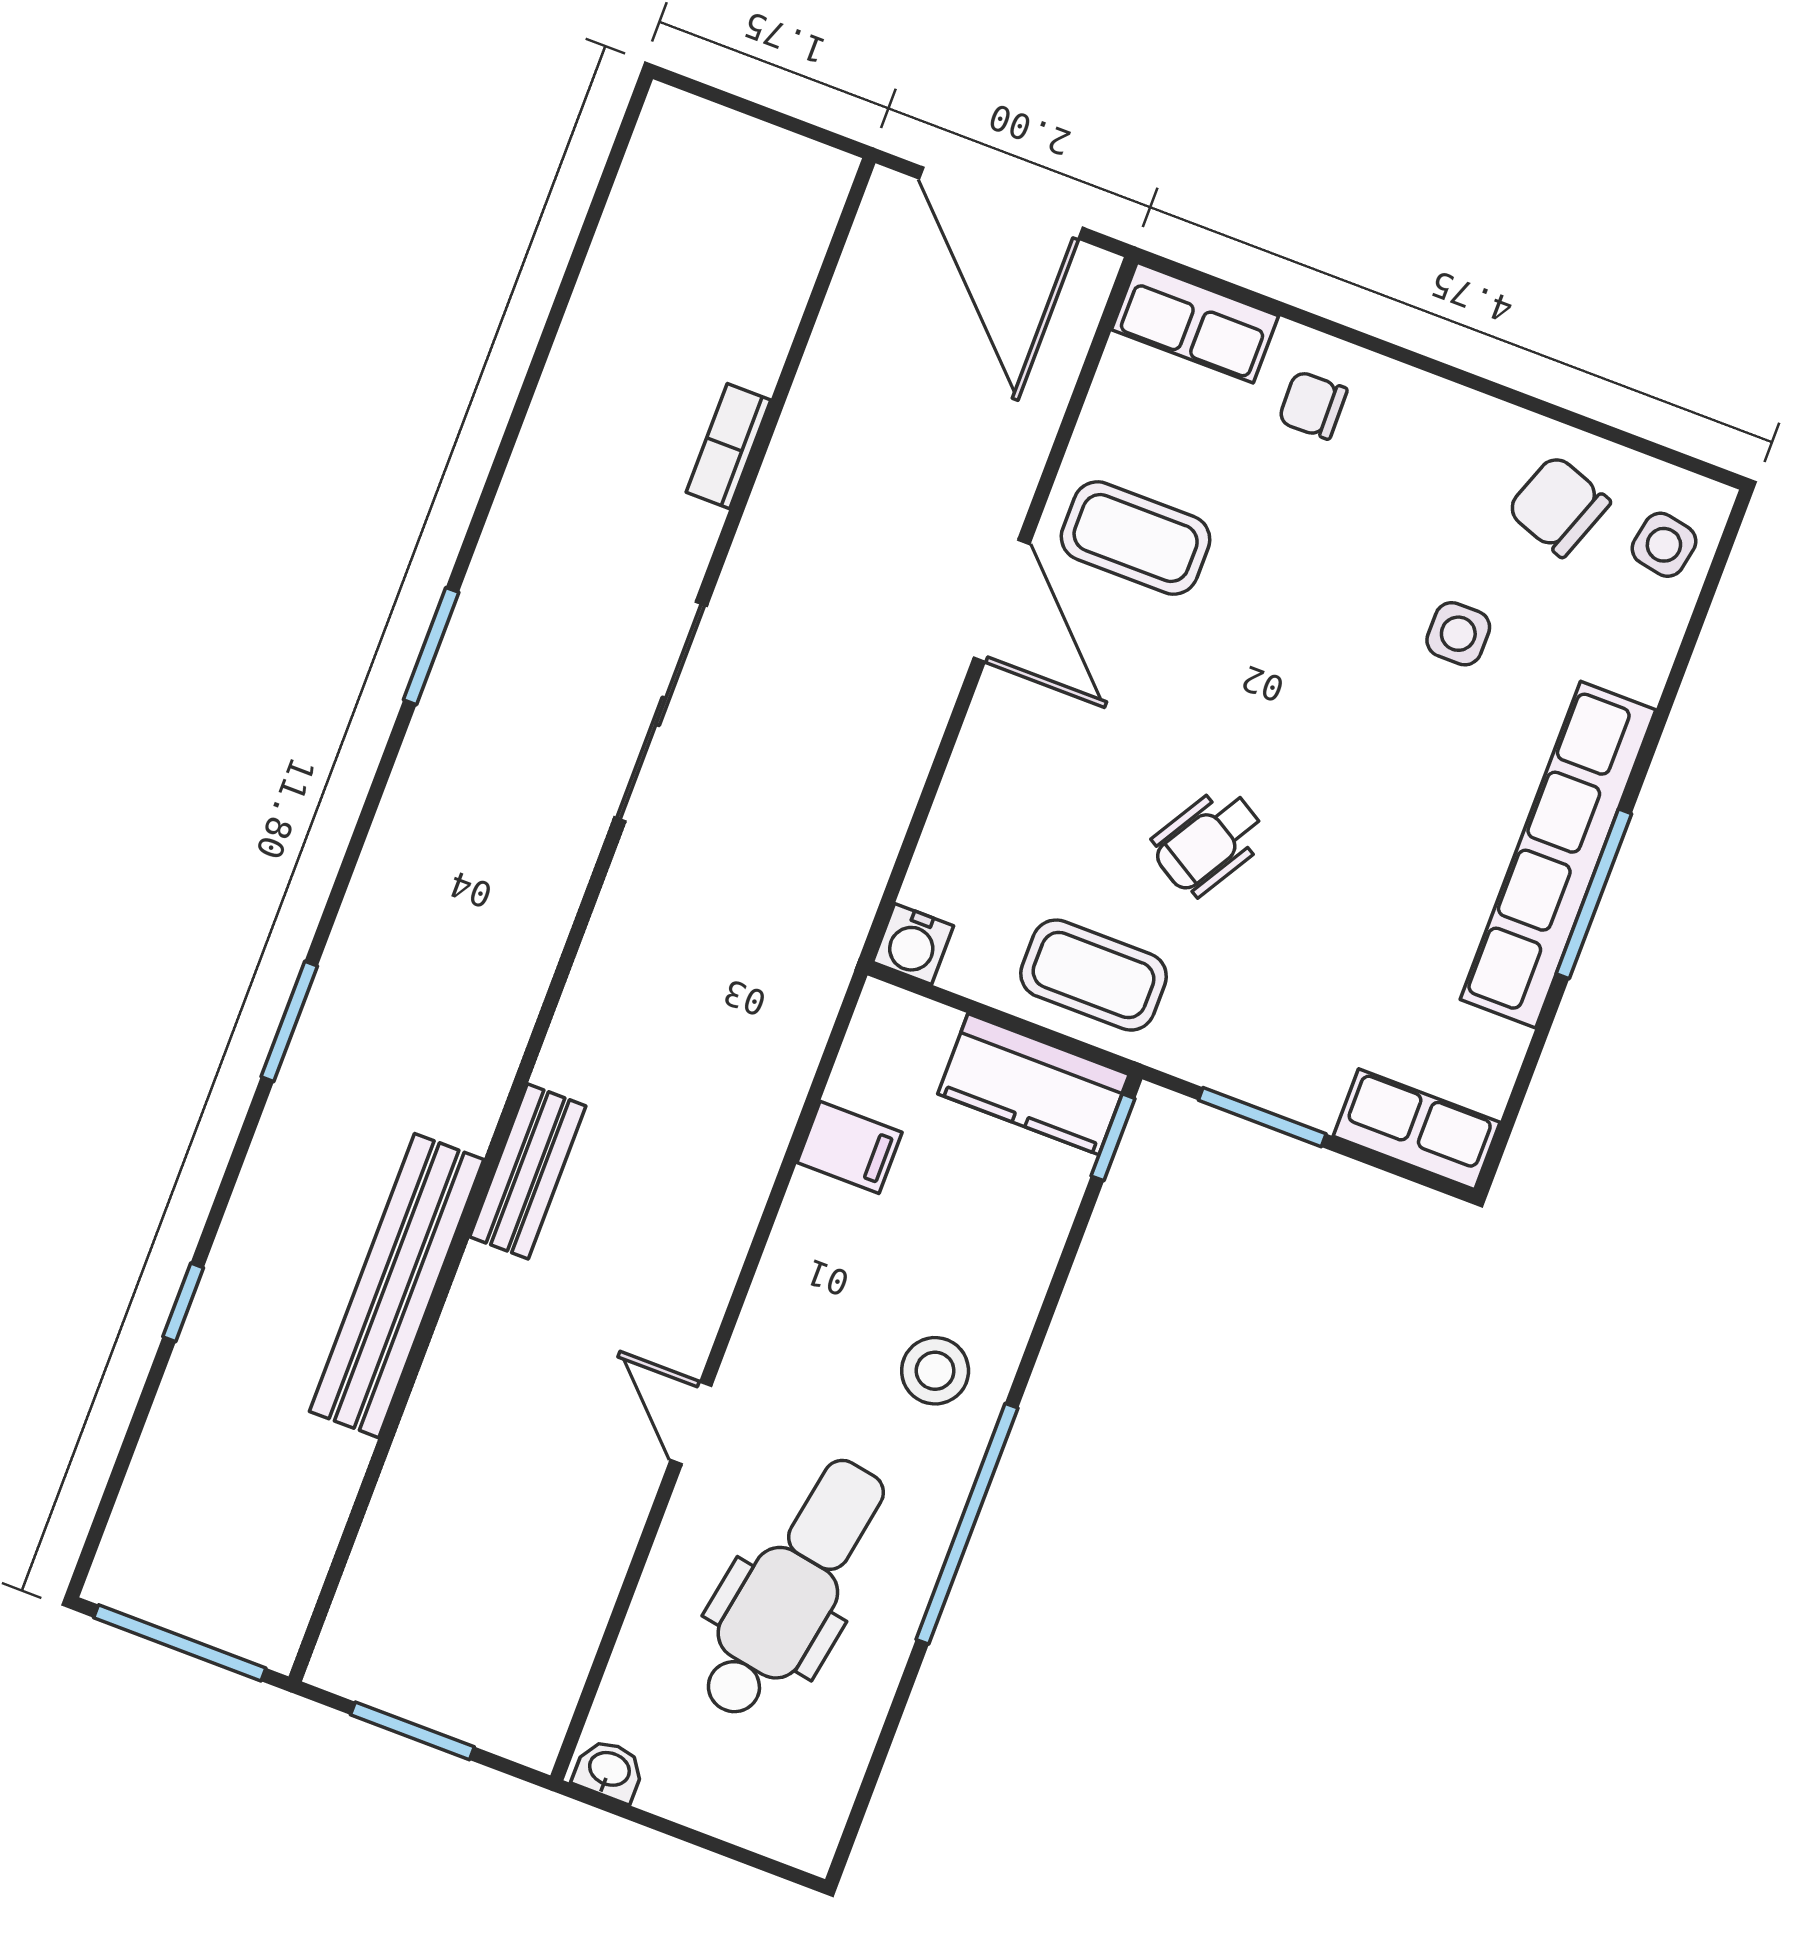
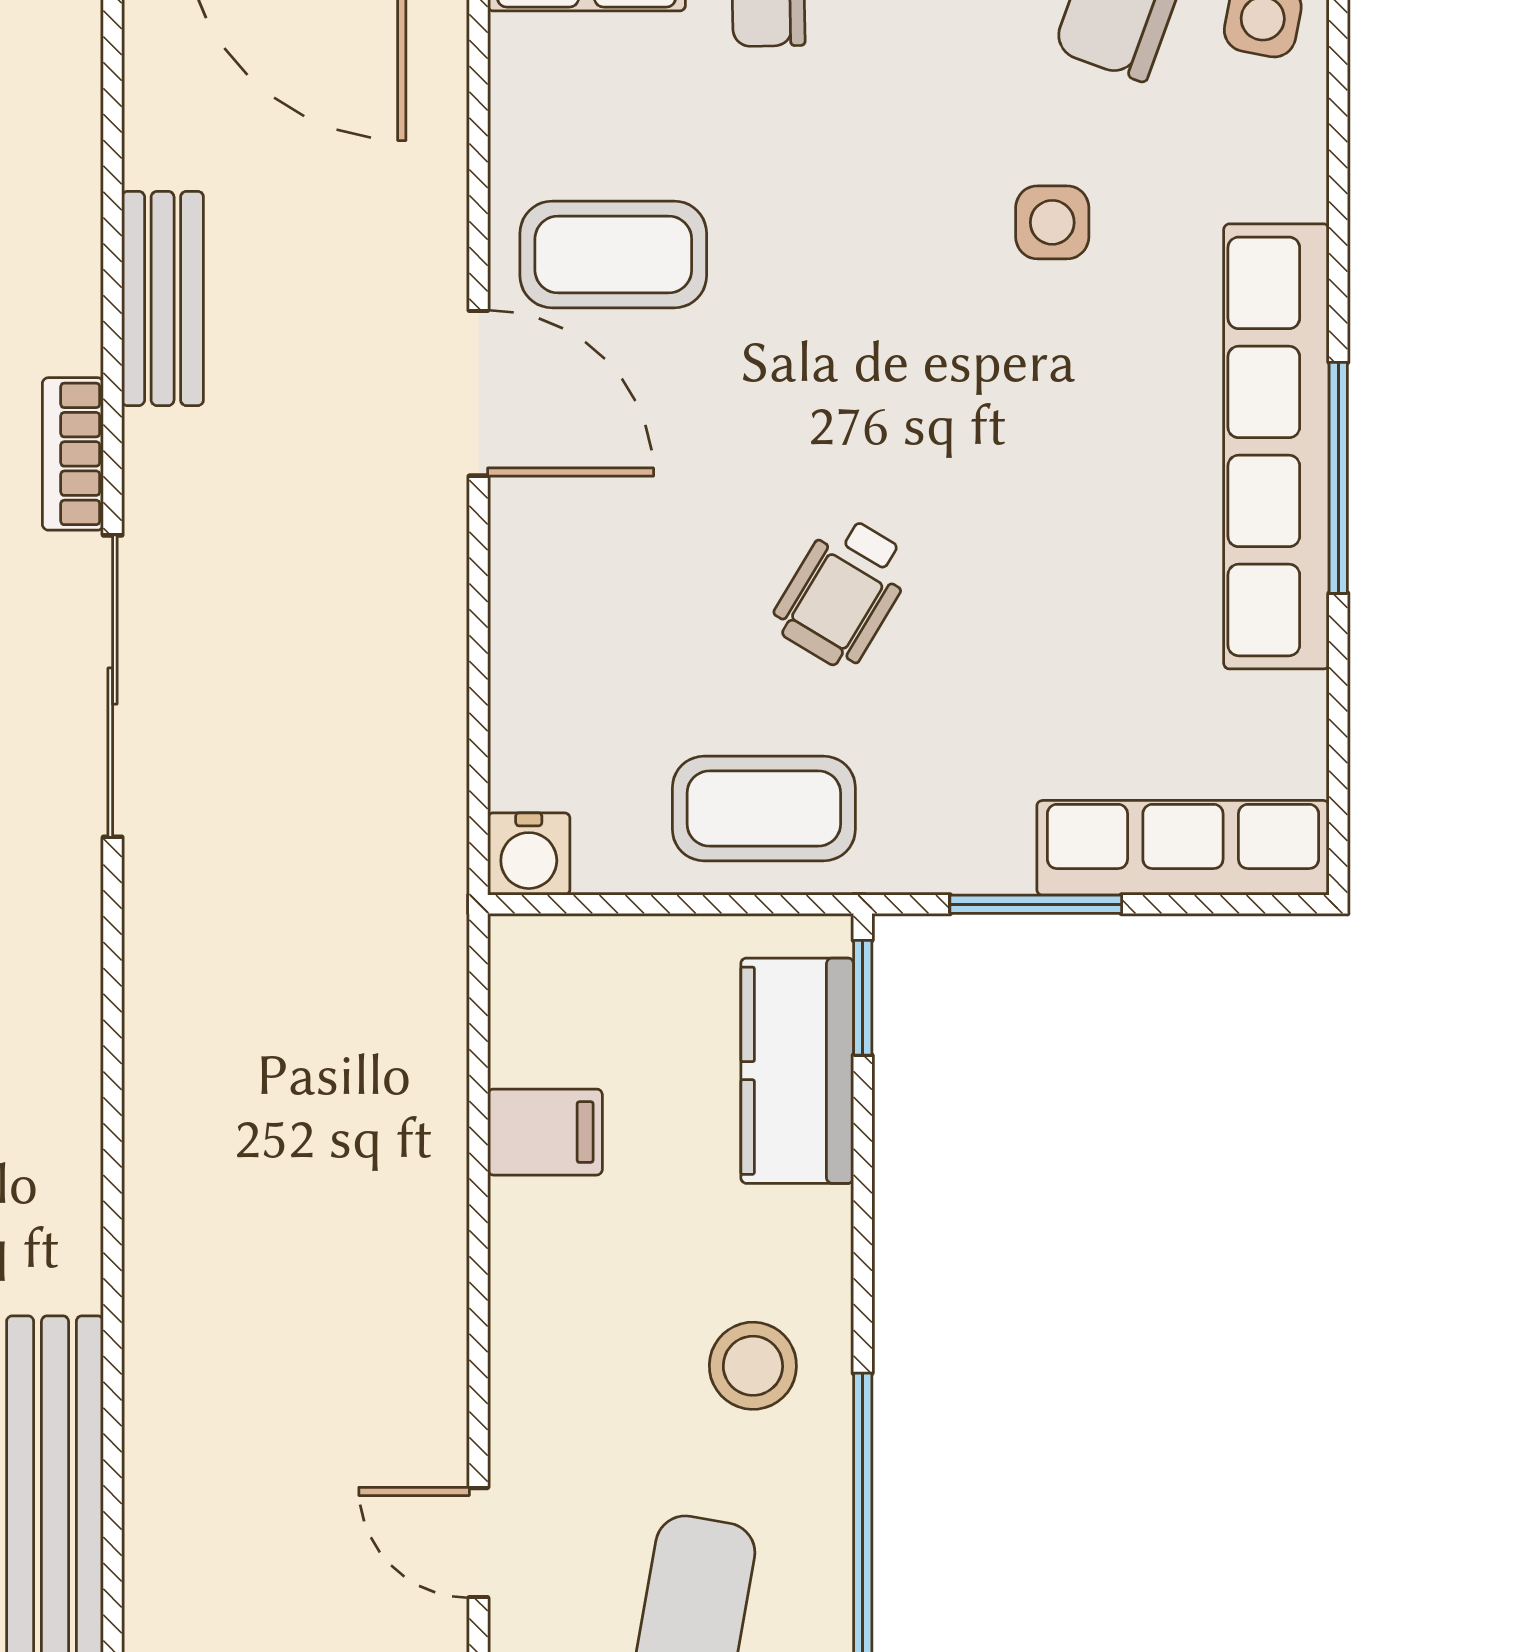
bookcase: (729, 446) -> (73, 454), moved
kitchen counter: (1033, 1084) -> (797, 1071), moved, turned 90
row of seats: (1417, 1129) -> (1183, 848), width x1.48
bench: (528, 1171) -> (163, 298), moved

